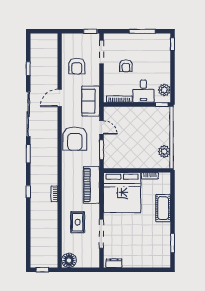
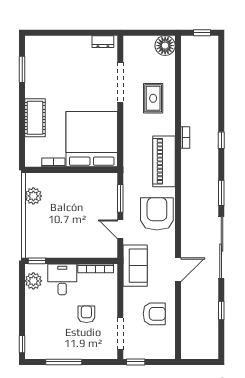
armchair: (77, 66) -> (154, 314), turned 90
piano: (91, 185) -> (164, 161), moved, turned 180

